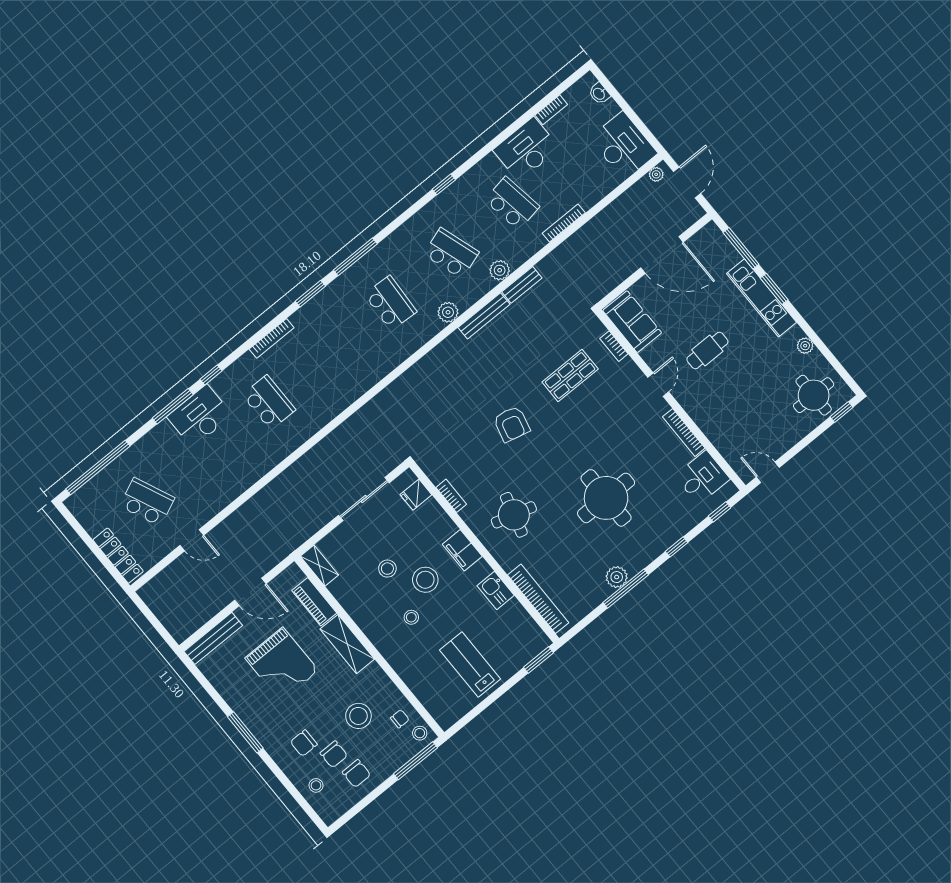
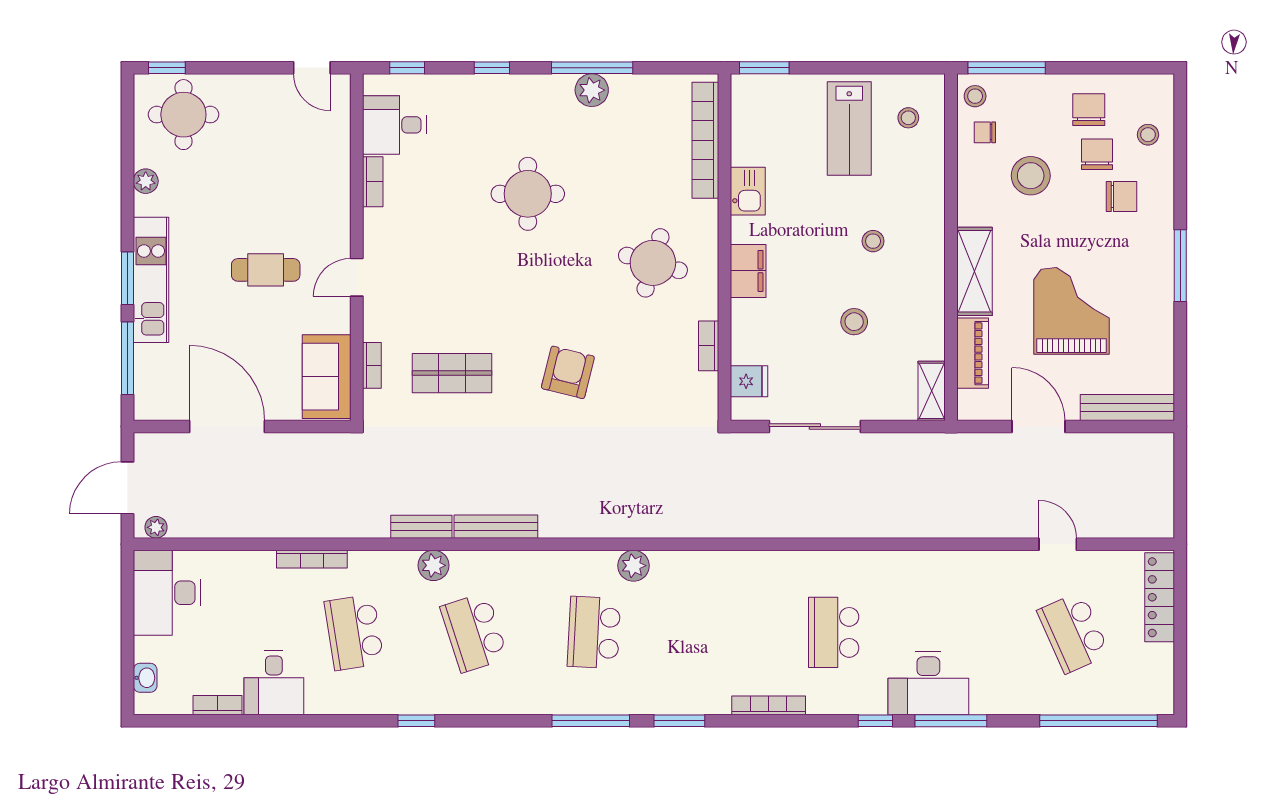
desk: (526, 149) -> (274, 683), width x0.73
plant: (448, 312) -> (634, 566), moved
bookcase: (684, 432) -> (373, 182), width x0.64
round table: (606, 498) -> (528, 194), width x0.73, depth x0.73
stool: (425, 580) -> (908, 118), moved, width x0.53, depth x0.53

